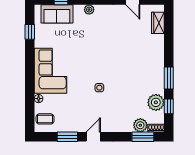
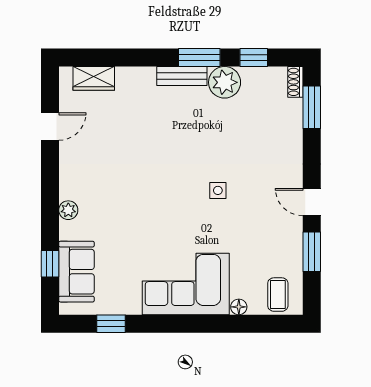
bench: (159, 69) -> (182, 76), added
plant: (156, 102) -> (225, 82), moved
plant: (140, 125) -> (290, 112), removed

